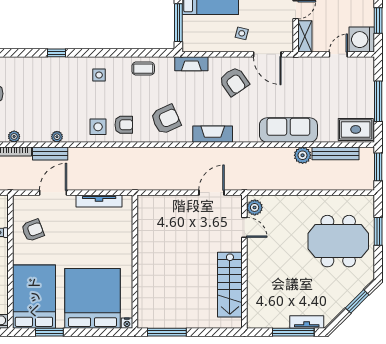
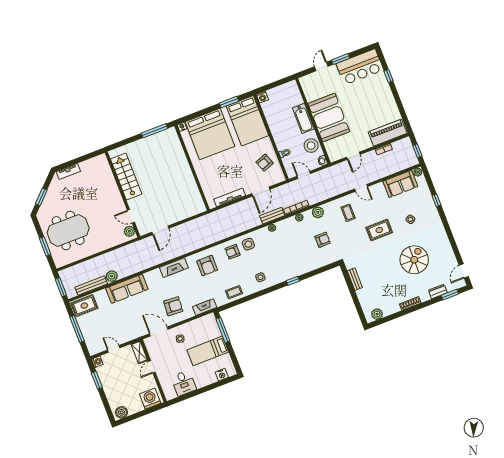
washing machine: (362, 40) -> (97, 362), width x0.53, depth x0.53
door: (338, 54) -> (114, 349), swing flipped
armchair: (234, 81) -> (173, 306), turned 129
armchair: (166, 119) -> (207, 266), turned -66
window: (293, 332) -> (74, 162), removed

